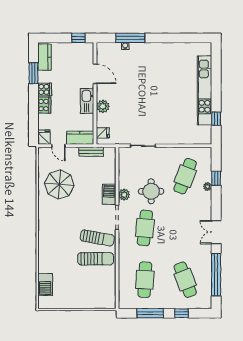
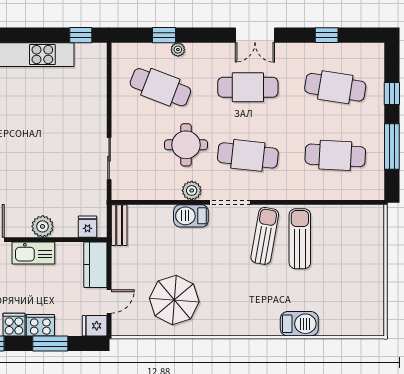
window: (33, 111) -> (50, 344), added
window: (216, 119) -> (81, 35), moved
bench: (91, 152) -> (119, 225), moved
cafe table: (185, 228) -> (248, 87), added
window: (216, 275) -> (327, 35), width x0.32
cafe table: (185, 280) -> (335, 87), turned 30
barbecue: (45, 285) -> (299, 324), moved

